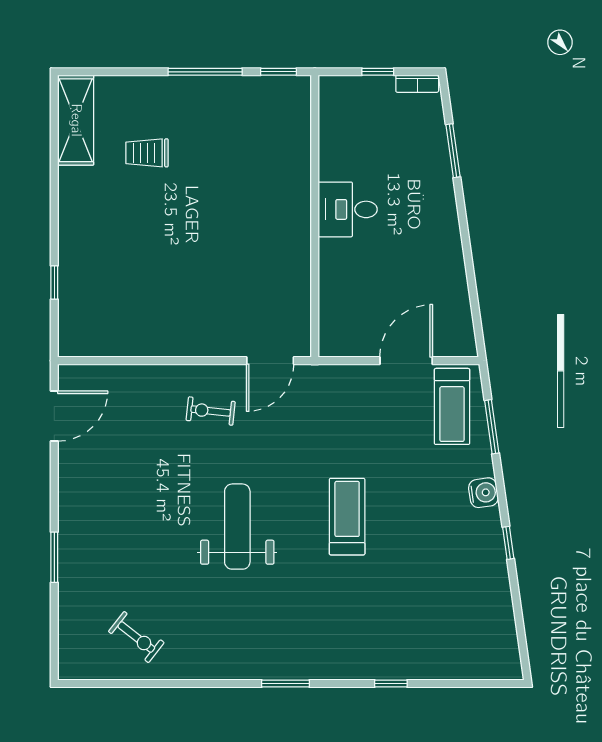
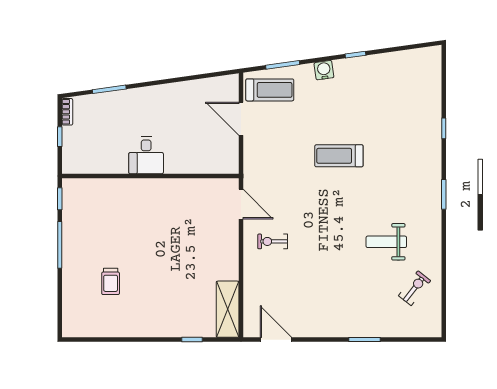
shelving: (76, 120) -> (228, 309), moved, turned 90
exercise bike: (211, 411) -> (273, 241), turned 84
weight bench: (237, 527) -> (386, 242), moved, width x0.73, depth x0.75

